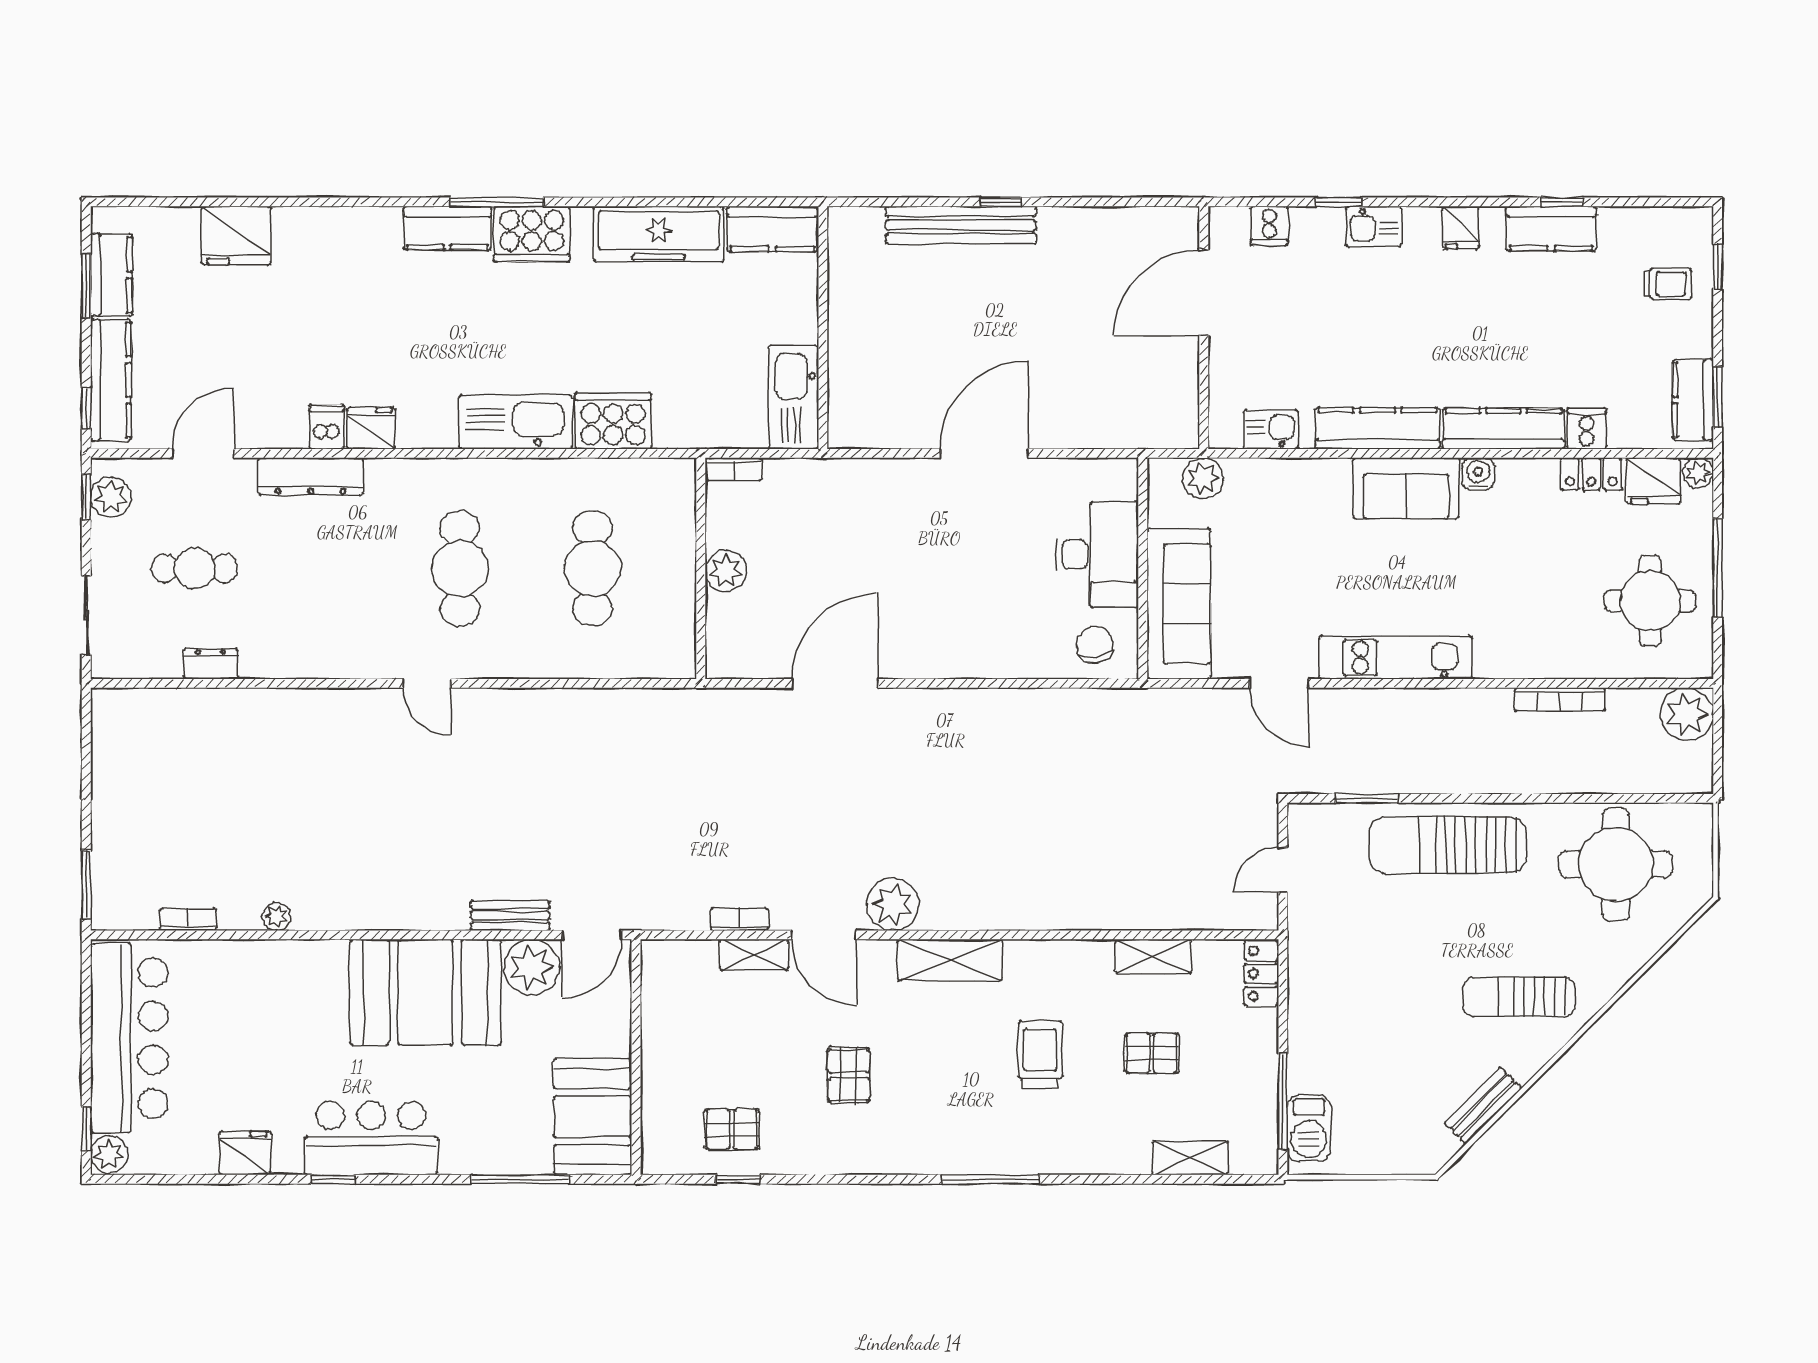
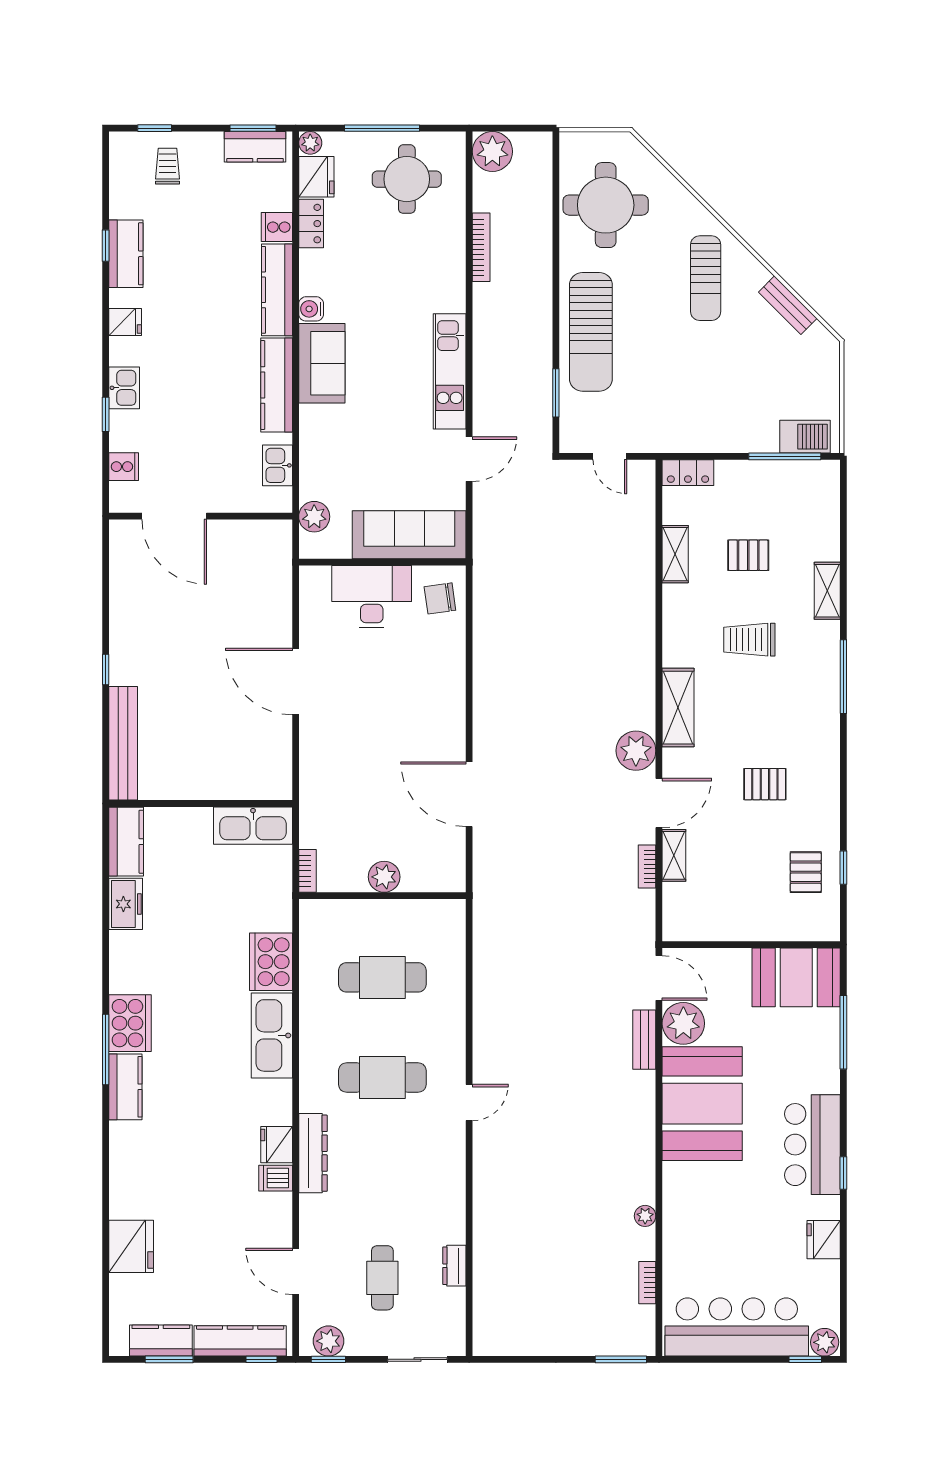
bench: (961, 225) -> (123, 743), moved
freezer: (659, 234) -> (126, 904), width x0.52, depth x0.79
dresser: (311, 477) -> (313, 1153), moved
pallet: (1152, 1053) -> (748, 555), turned 90
shelving: (1190, 1158) -> (827, 591), moved

